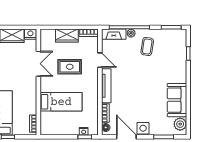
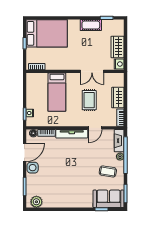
sofa: (177, 100) -> (109, 199), moved

